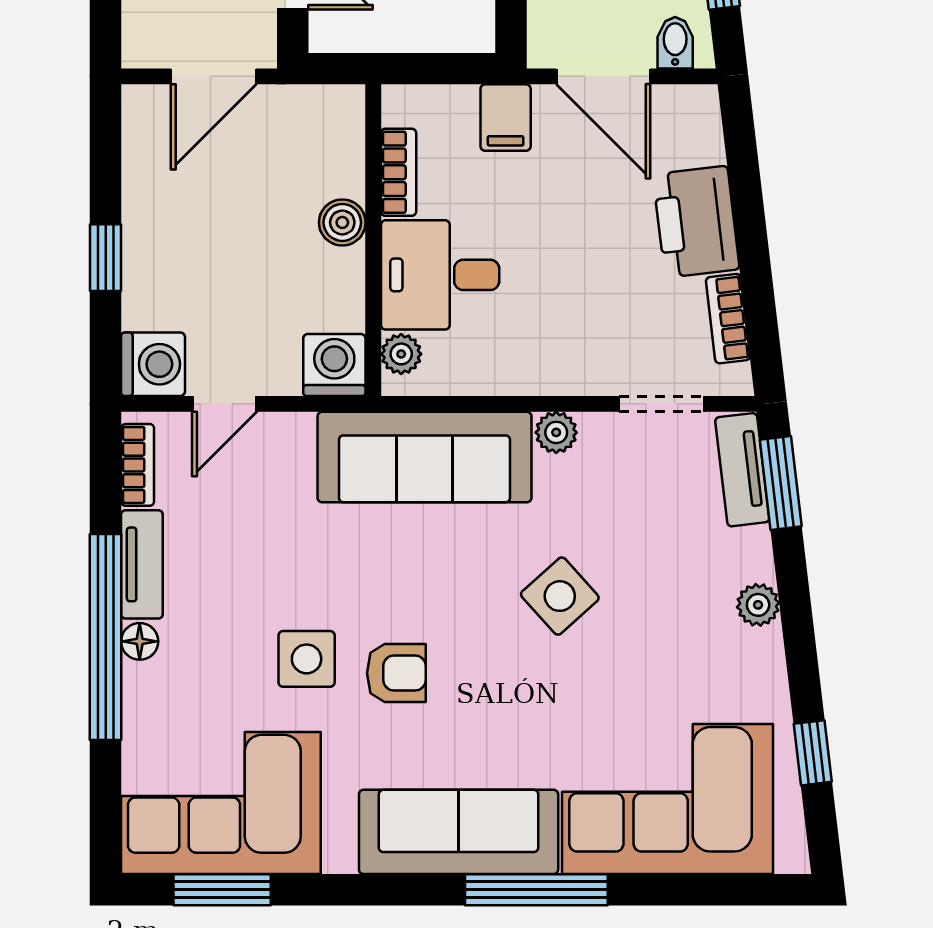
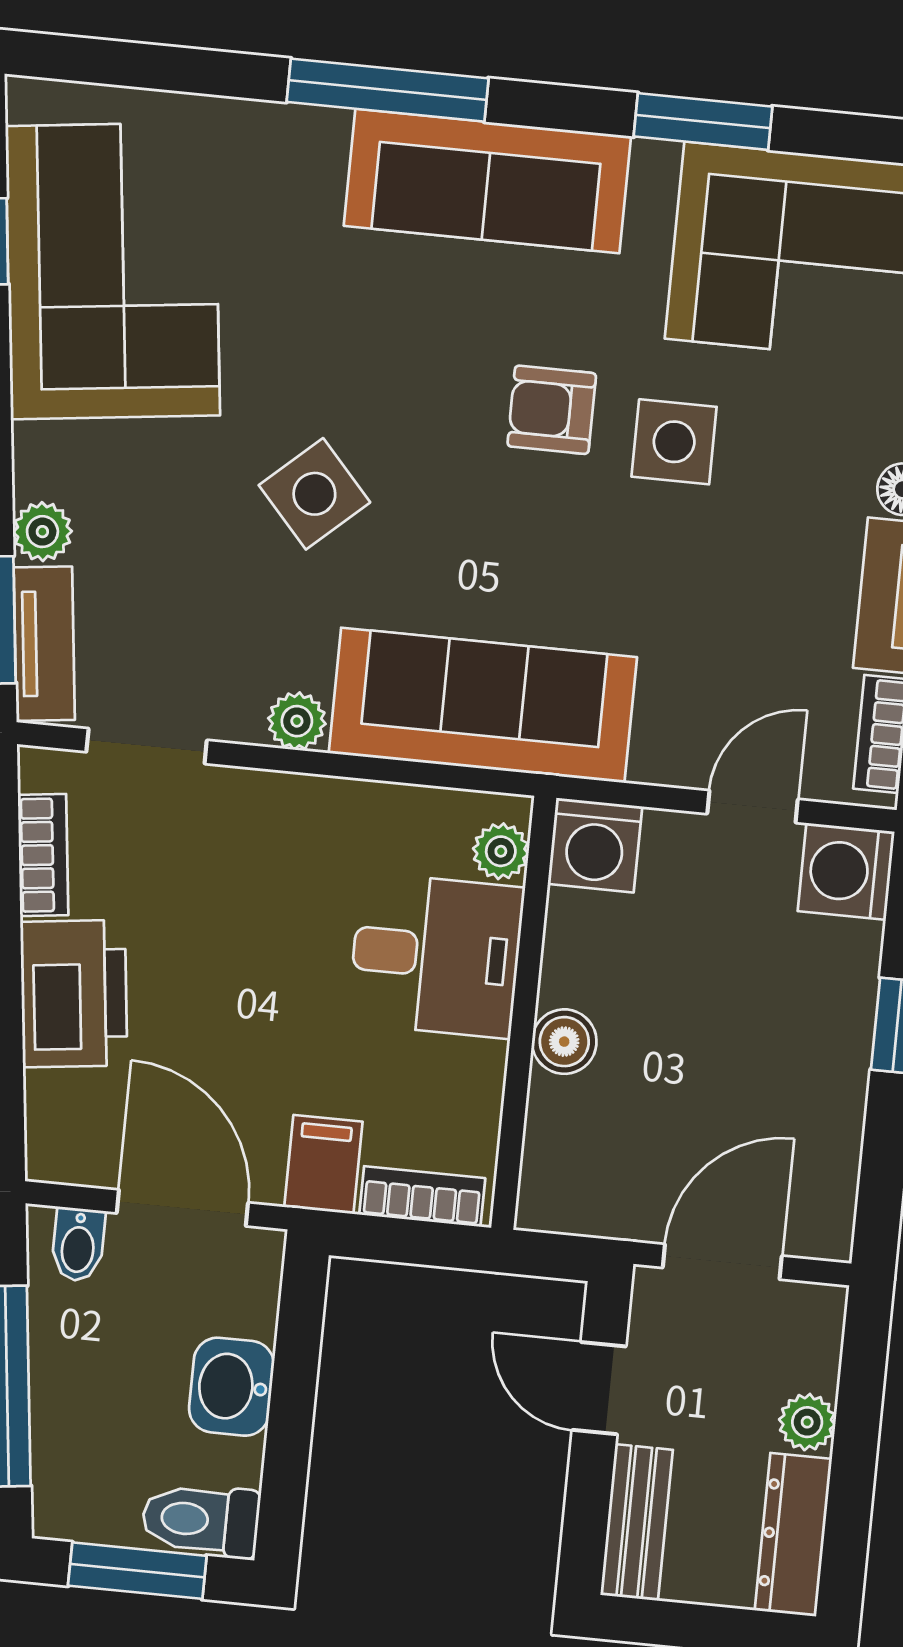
bookcase: (399, 172) -> (422, 1196), moved, turned 90
plant: (758, 605) -> (42, 532), moved
corner sofa: (667, 799) -> (113, 271), moved, turned -97
window: (222, 890) -> (703, 122), moved

